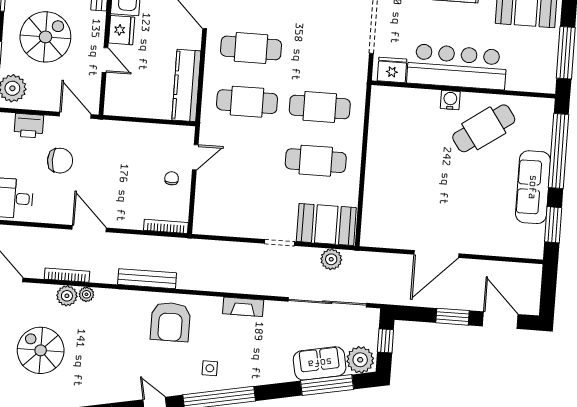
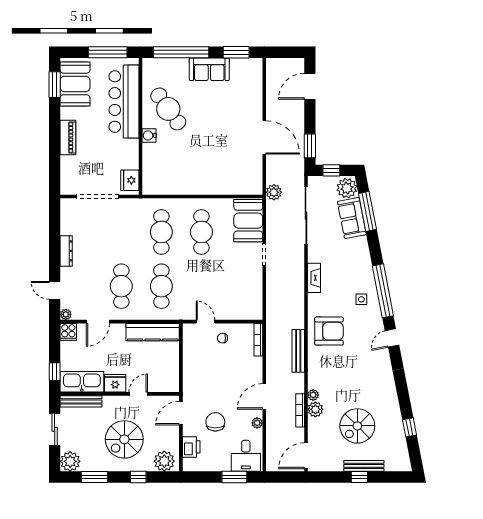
spiral stairs: (45, 37) -> (124, 439), turned -90
bar counter: (457, 67) -> (124, 102), moved
sofa: (533, 187) -> (209, 69), width x0.73
plant: (55, 216) -> (257, 423), added
plant: (331, 259) -> (274, 192), moved
window: (452, 317) -> (310, 146), moved

